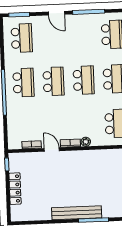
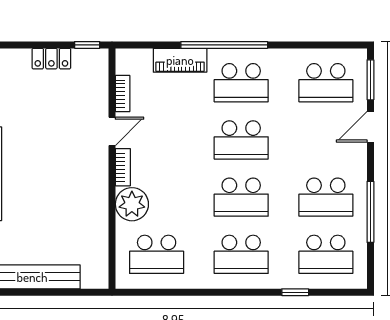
door: (56, 13) -> (370, 127), moved
school desk: (82, 36) -> (326, 197), added
piano: (13, 115) -> (180, 60), added
plant: (86, 142) -> (132, 204), width x1.88, depth x1.88
locker: (15, 189) -> (51, 59), width x0.66

